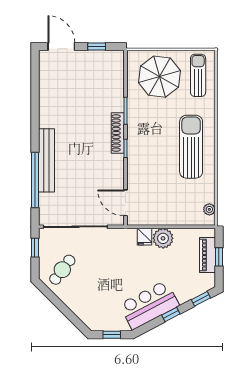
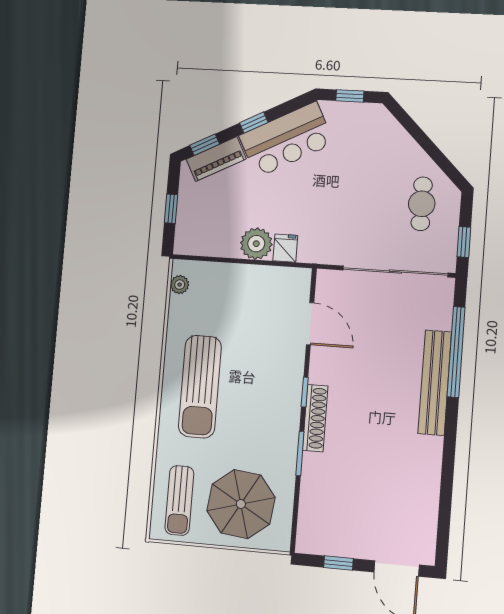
door: (125, 203) -> (310, 324), moved
piano: (207, 255) -> (216, 159), moved, turned 62
cafe table: (62, 270) -> (422, 204), turned -37

